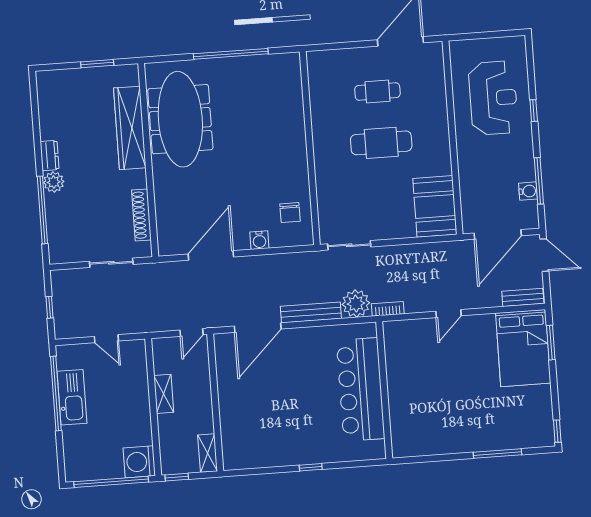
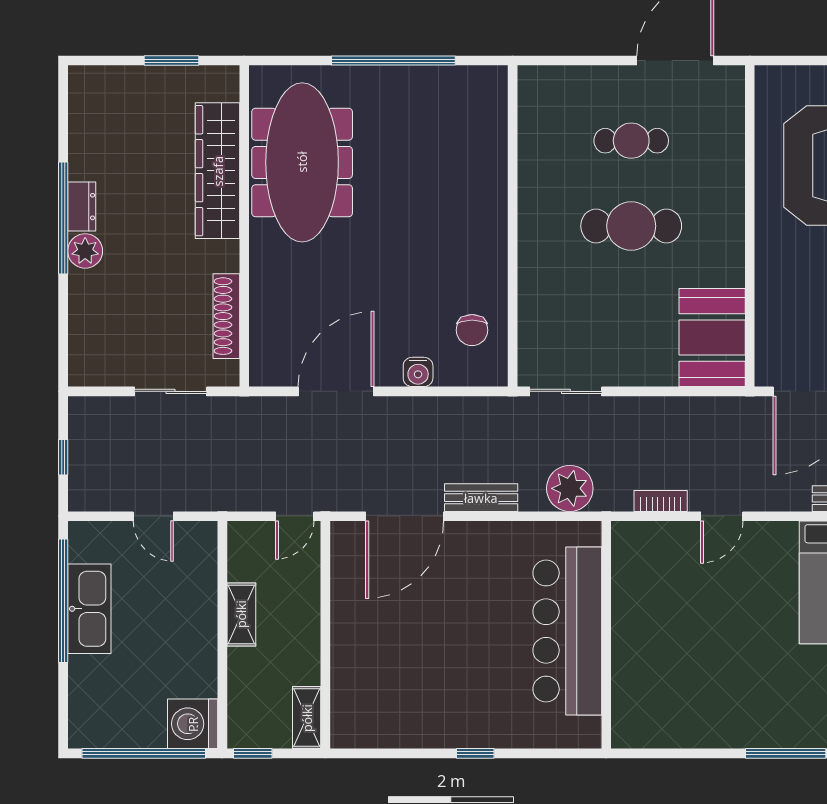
window: (42, 210) -> (63, 218), moved
bookcase: (388, 309) -> (661, 501), moved
bench: (311, 312) -> (481, 498), width x0.73

